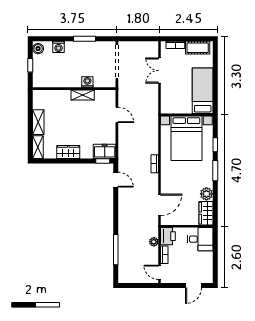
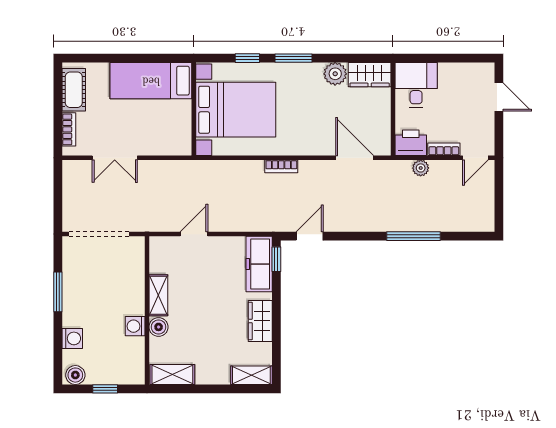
washing machine: (87, 82) -> (135, 326), moved
boiler: (65, 95) -> (159, 327), added
shelving: (38, 122) -> (172, 375), moved
freezer: (105, 151) -> (259, 264), width x1.40
window: (116, 250) -> (413, 236), moved

